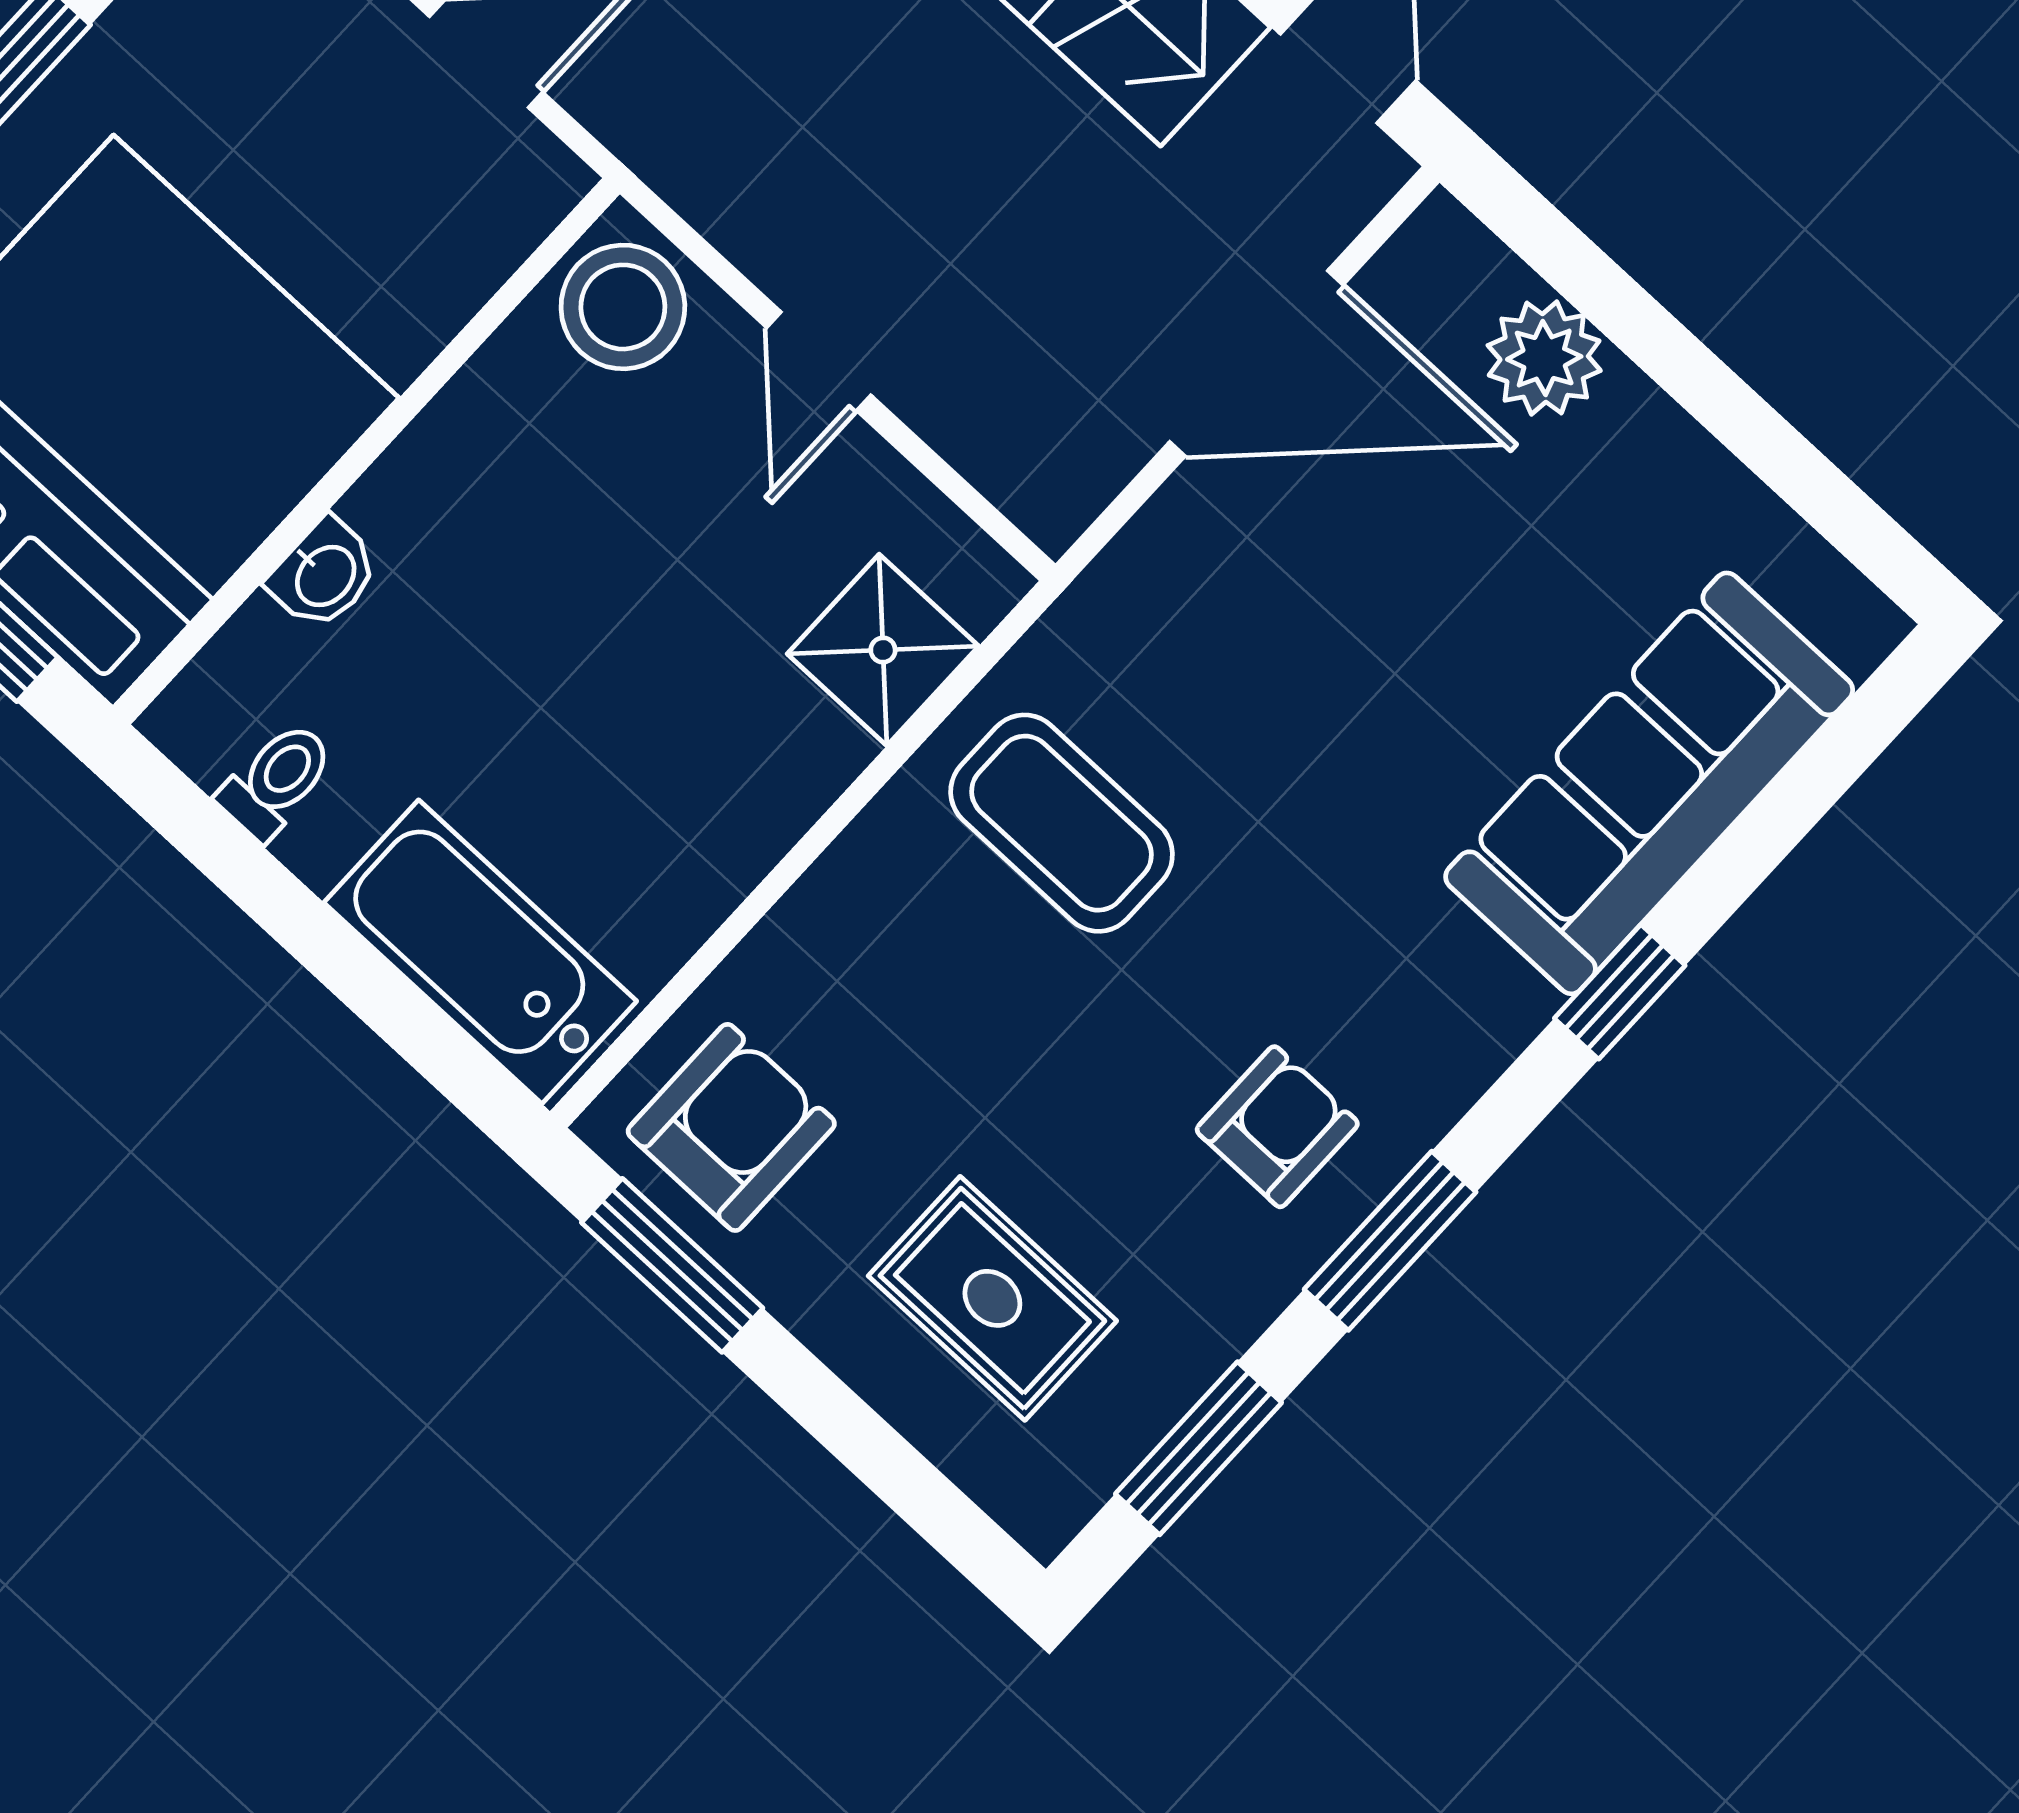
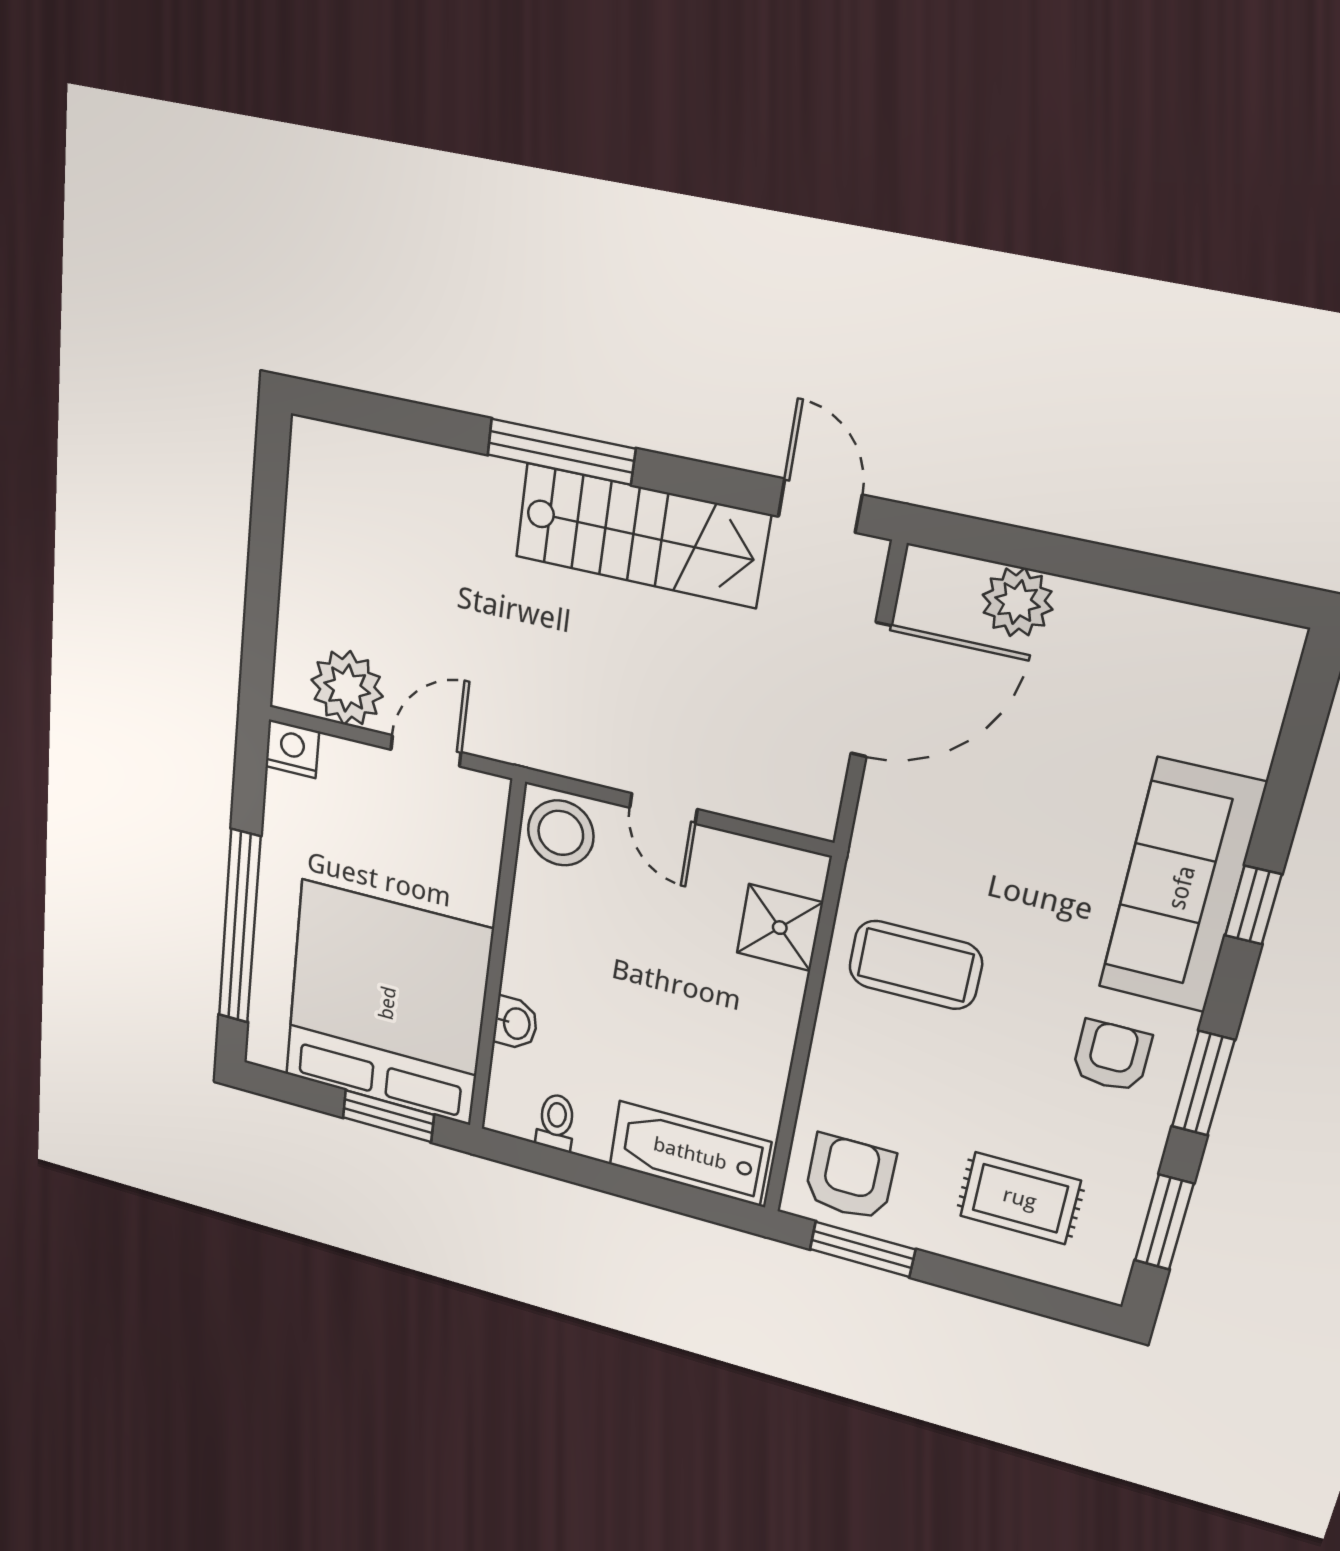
sofa: (1649, 783) -> (1181, 887), moved

